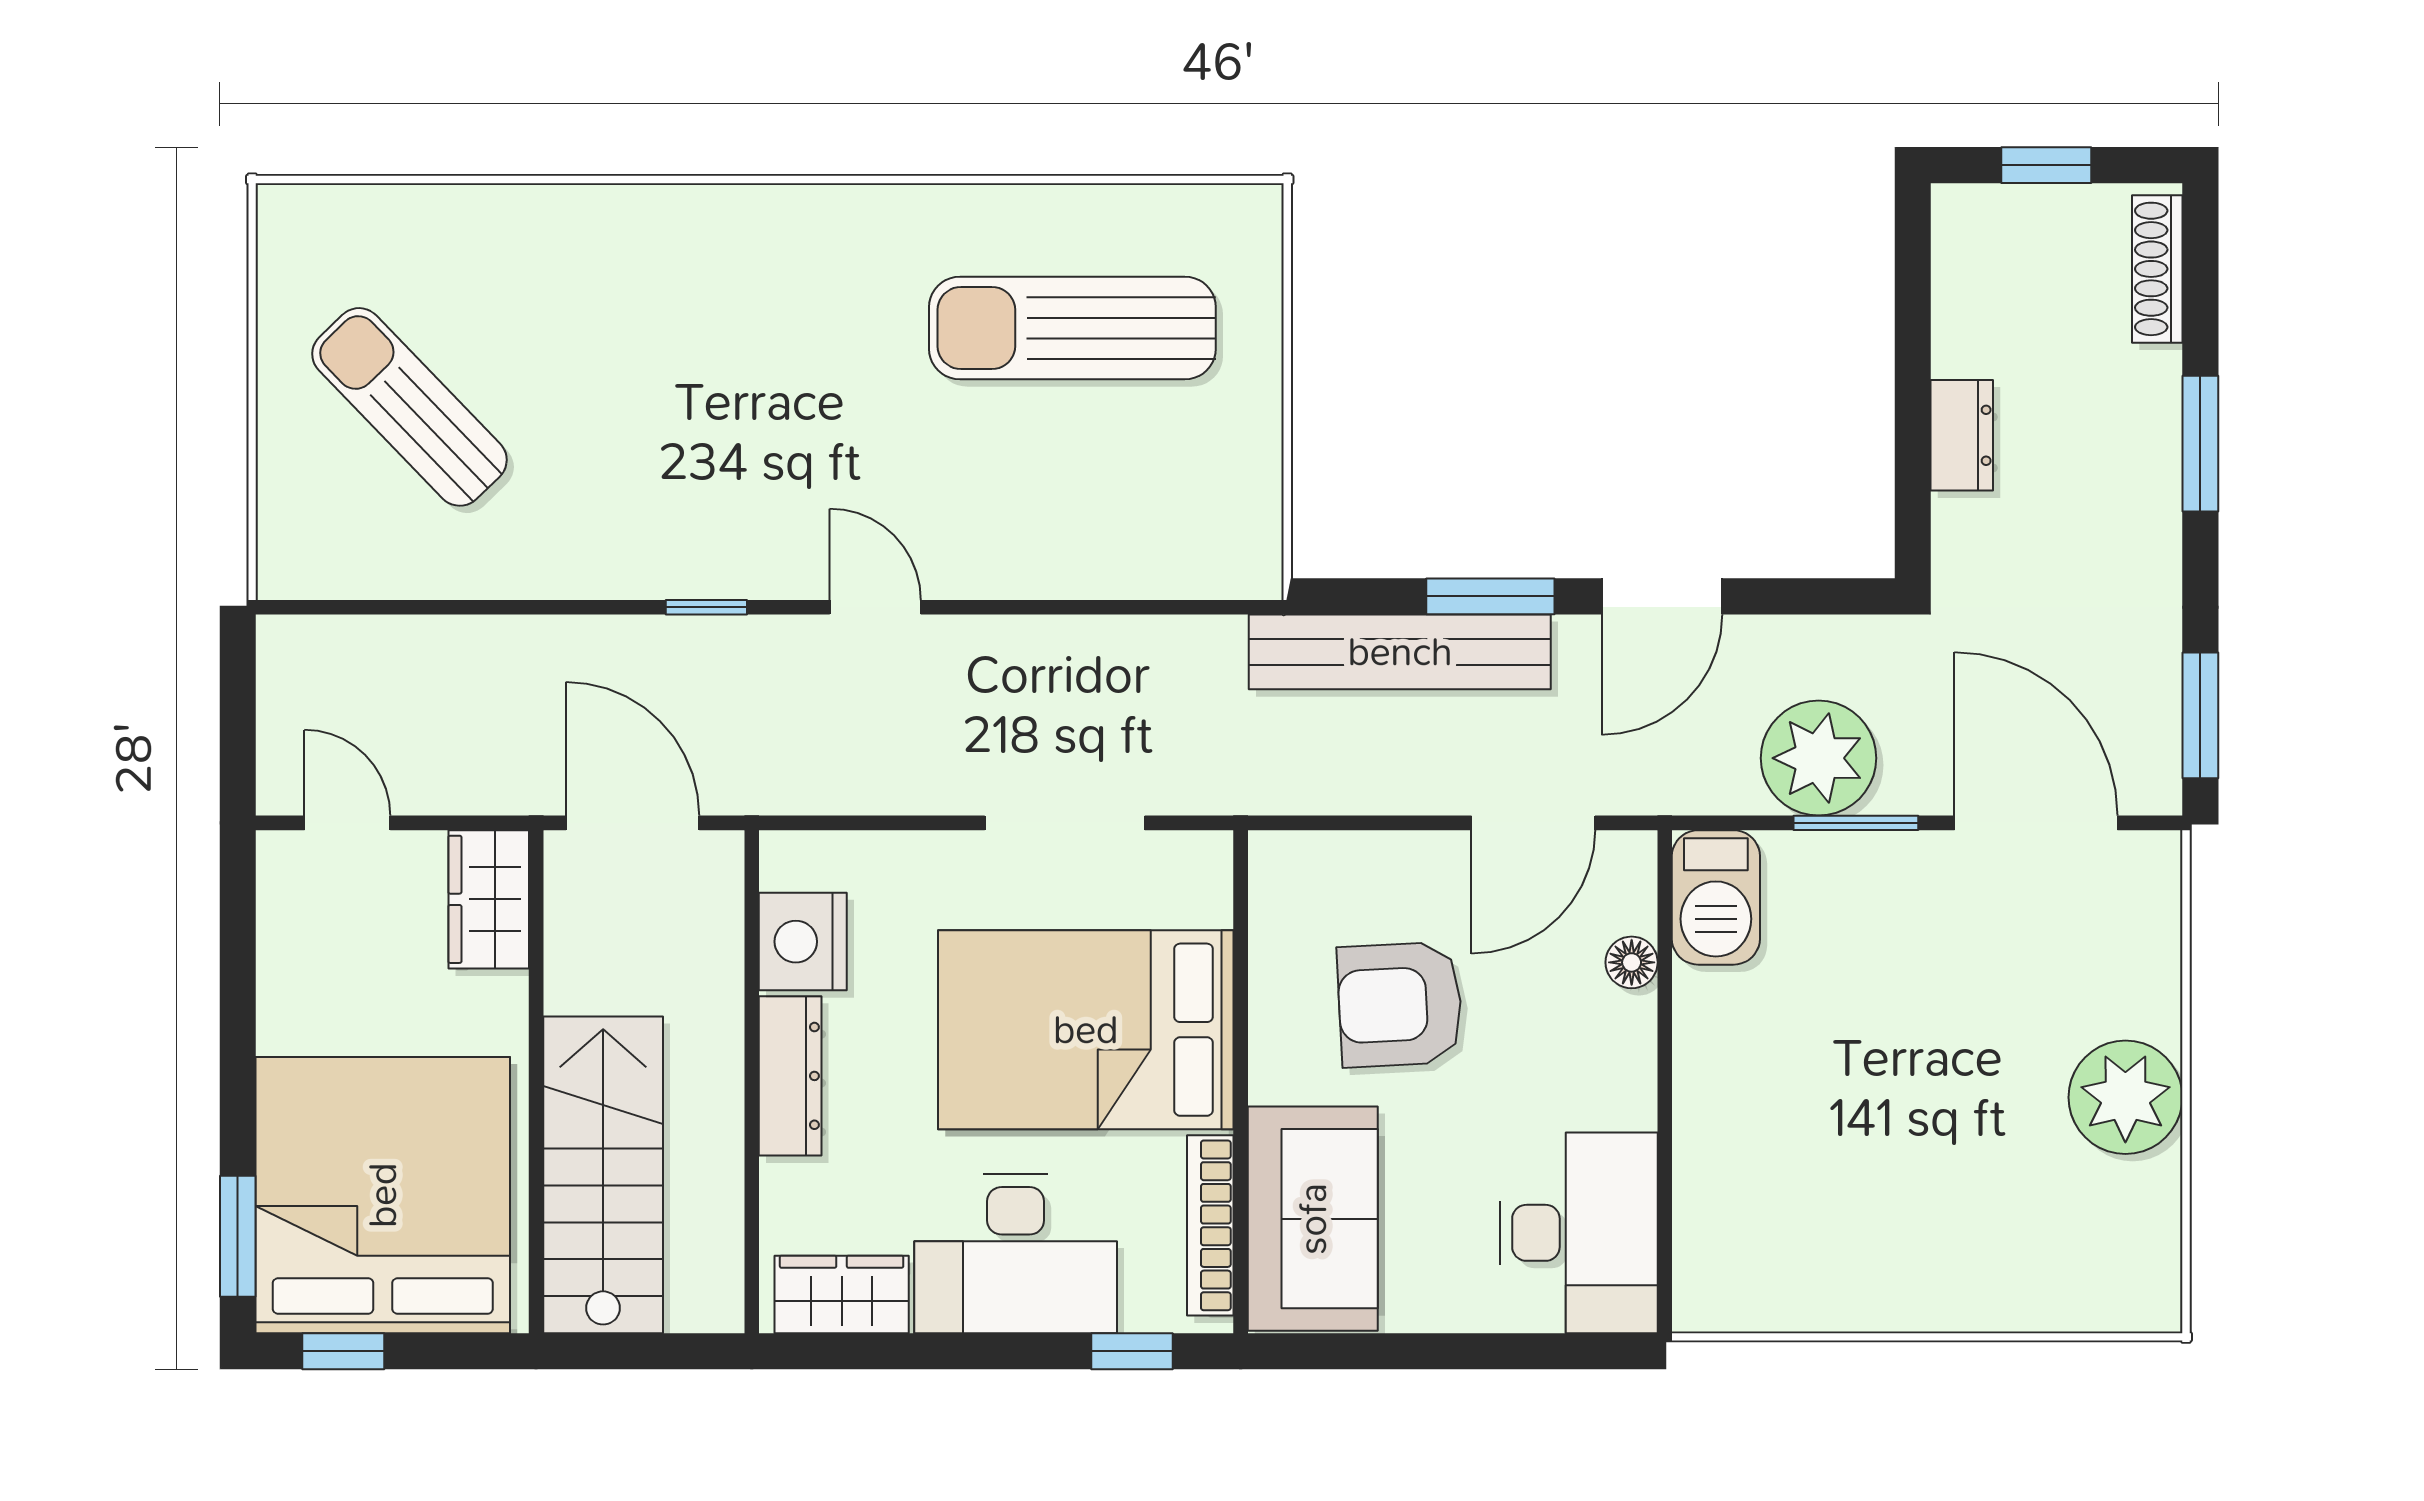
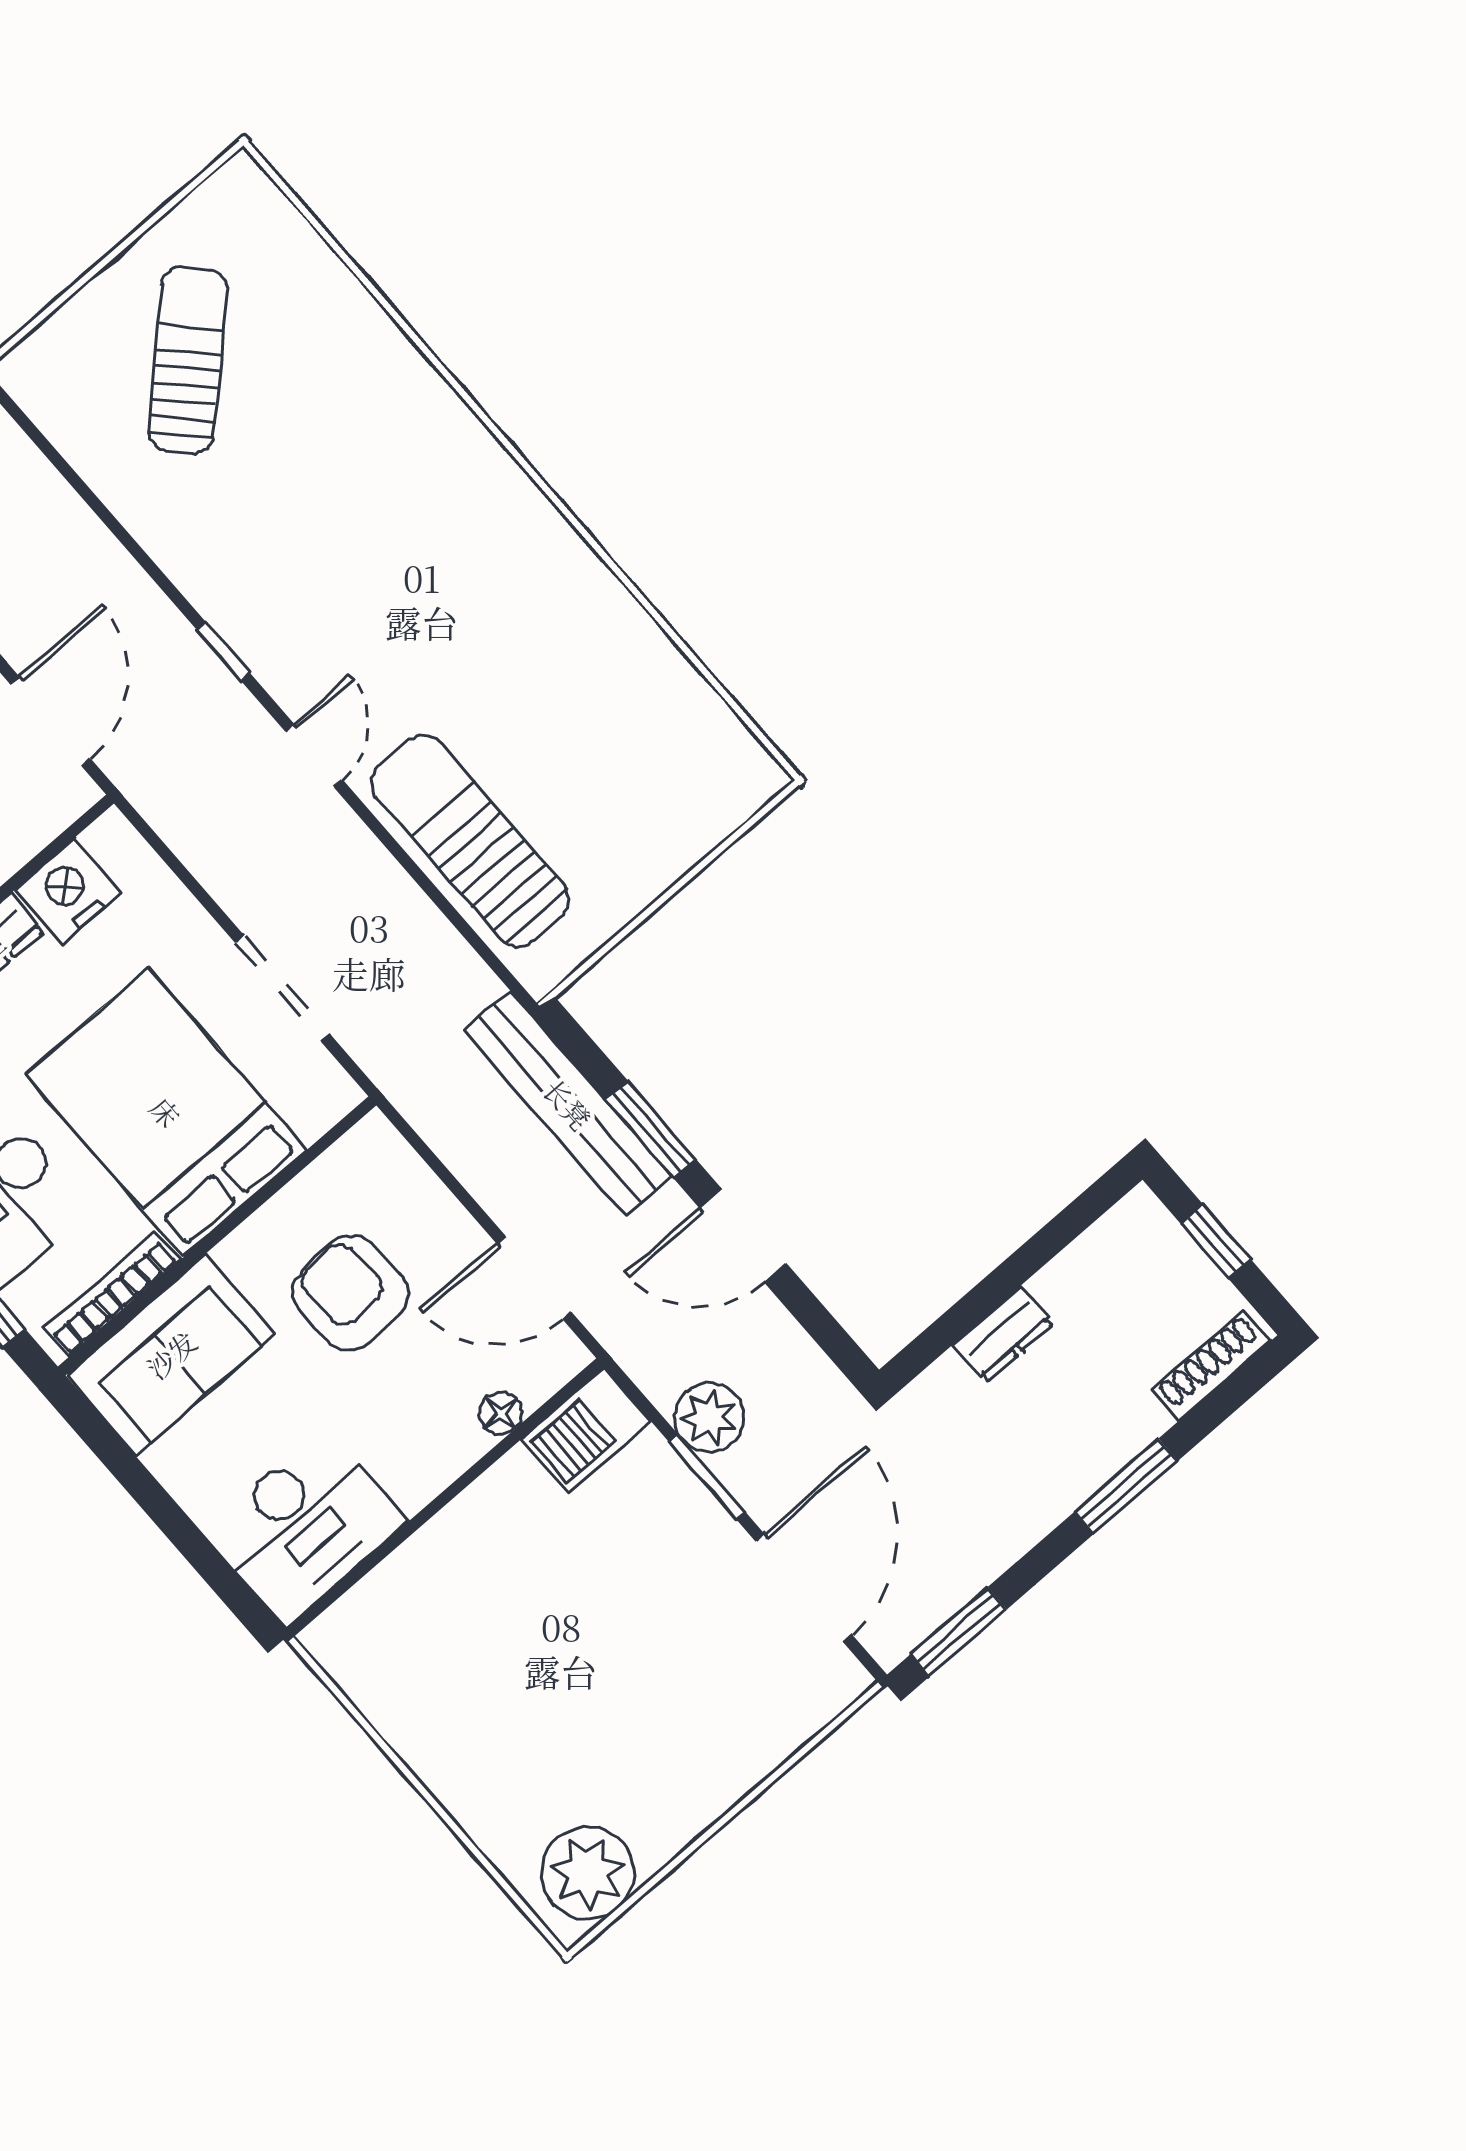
sun lounger: (1072, 328) -> (470, 841), moved
plant: (1819, 758) -> (709, 1418), width x0.73, depth x0.73
plant: (2125, 1097) -> (588, 1873), moved

